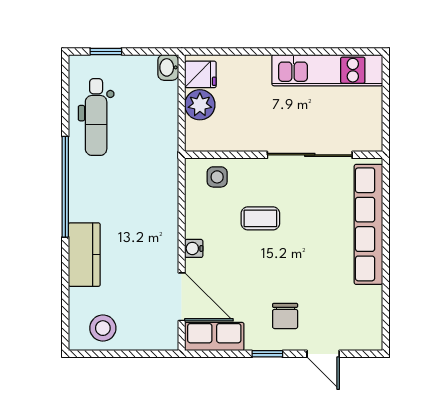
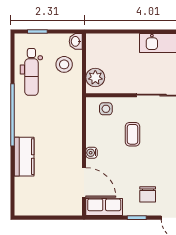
fridge: (200, 74) -> (96, 46), removed
plant: (200, 105) -> (95, 77), moved
coffee table: (260, 218) -> (133, 134), turned 90
stool: (103, 328) -> (64, 64), moved

